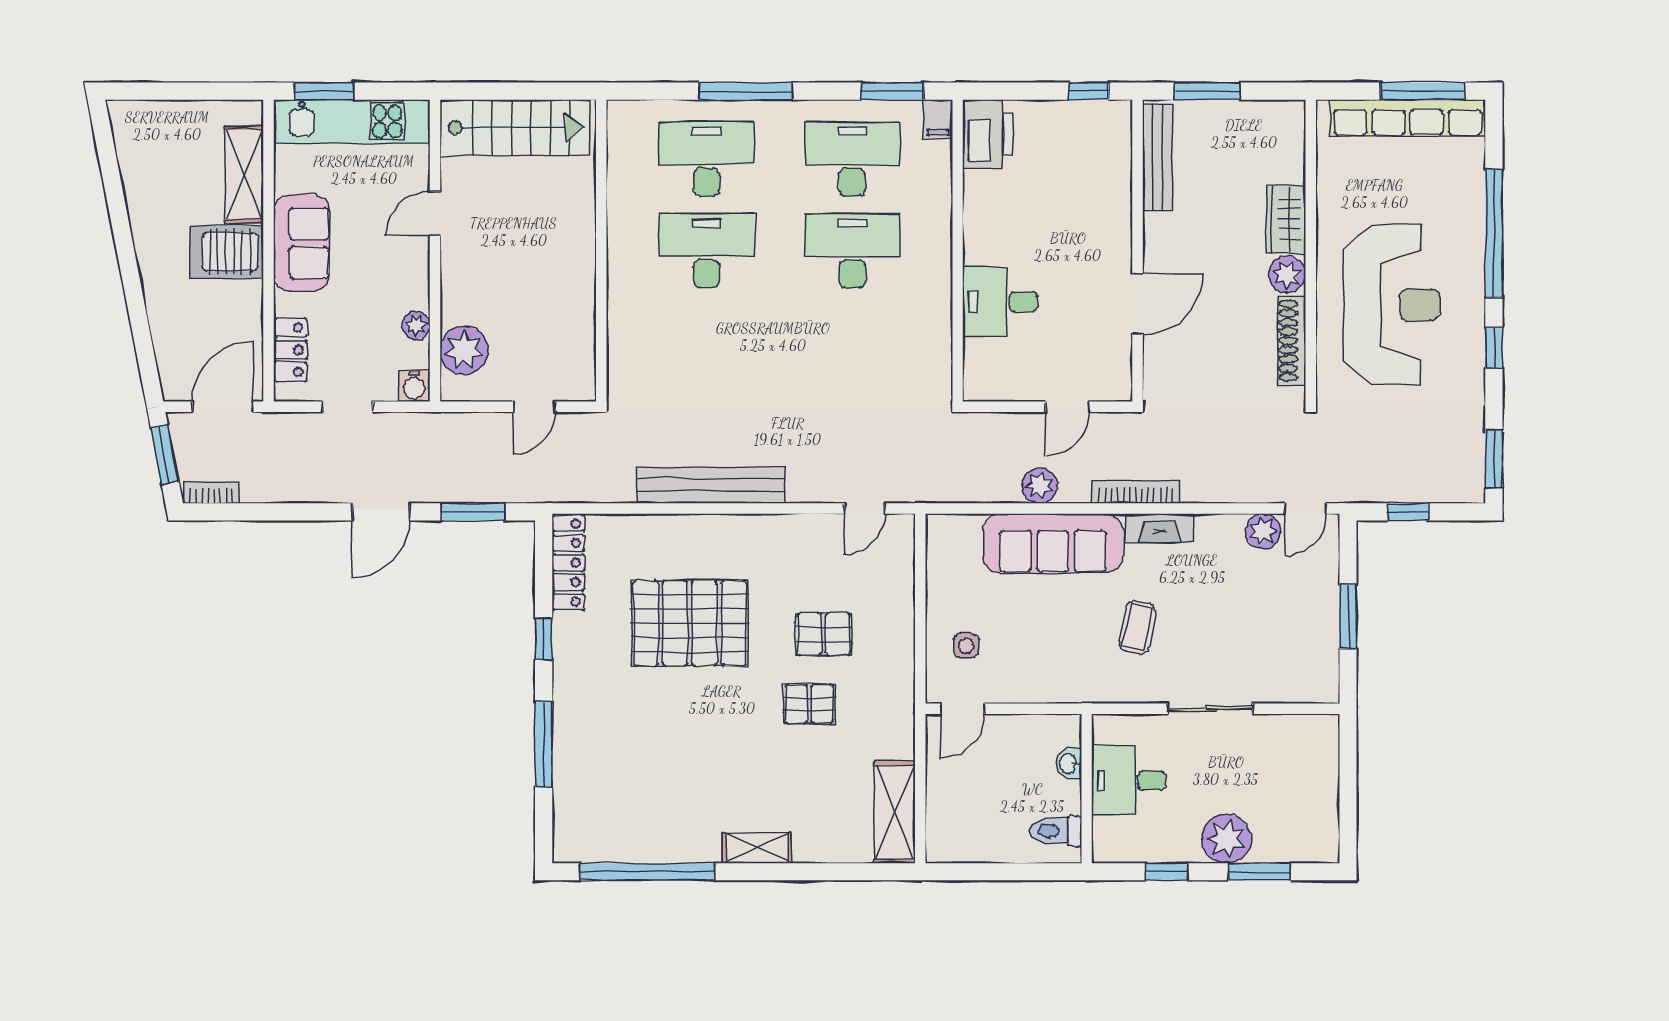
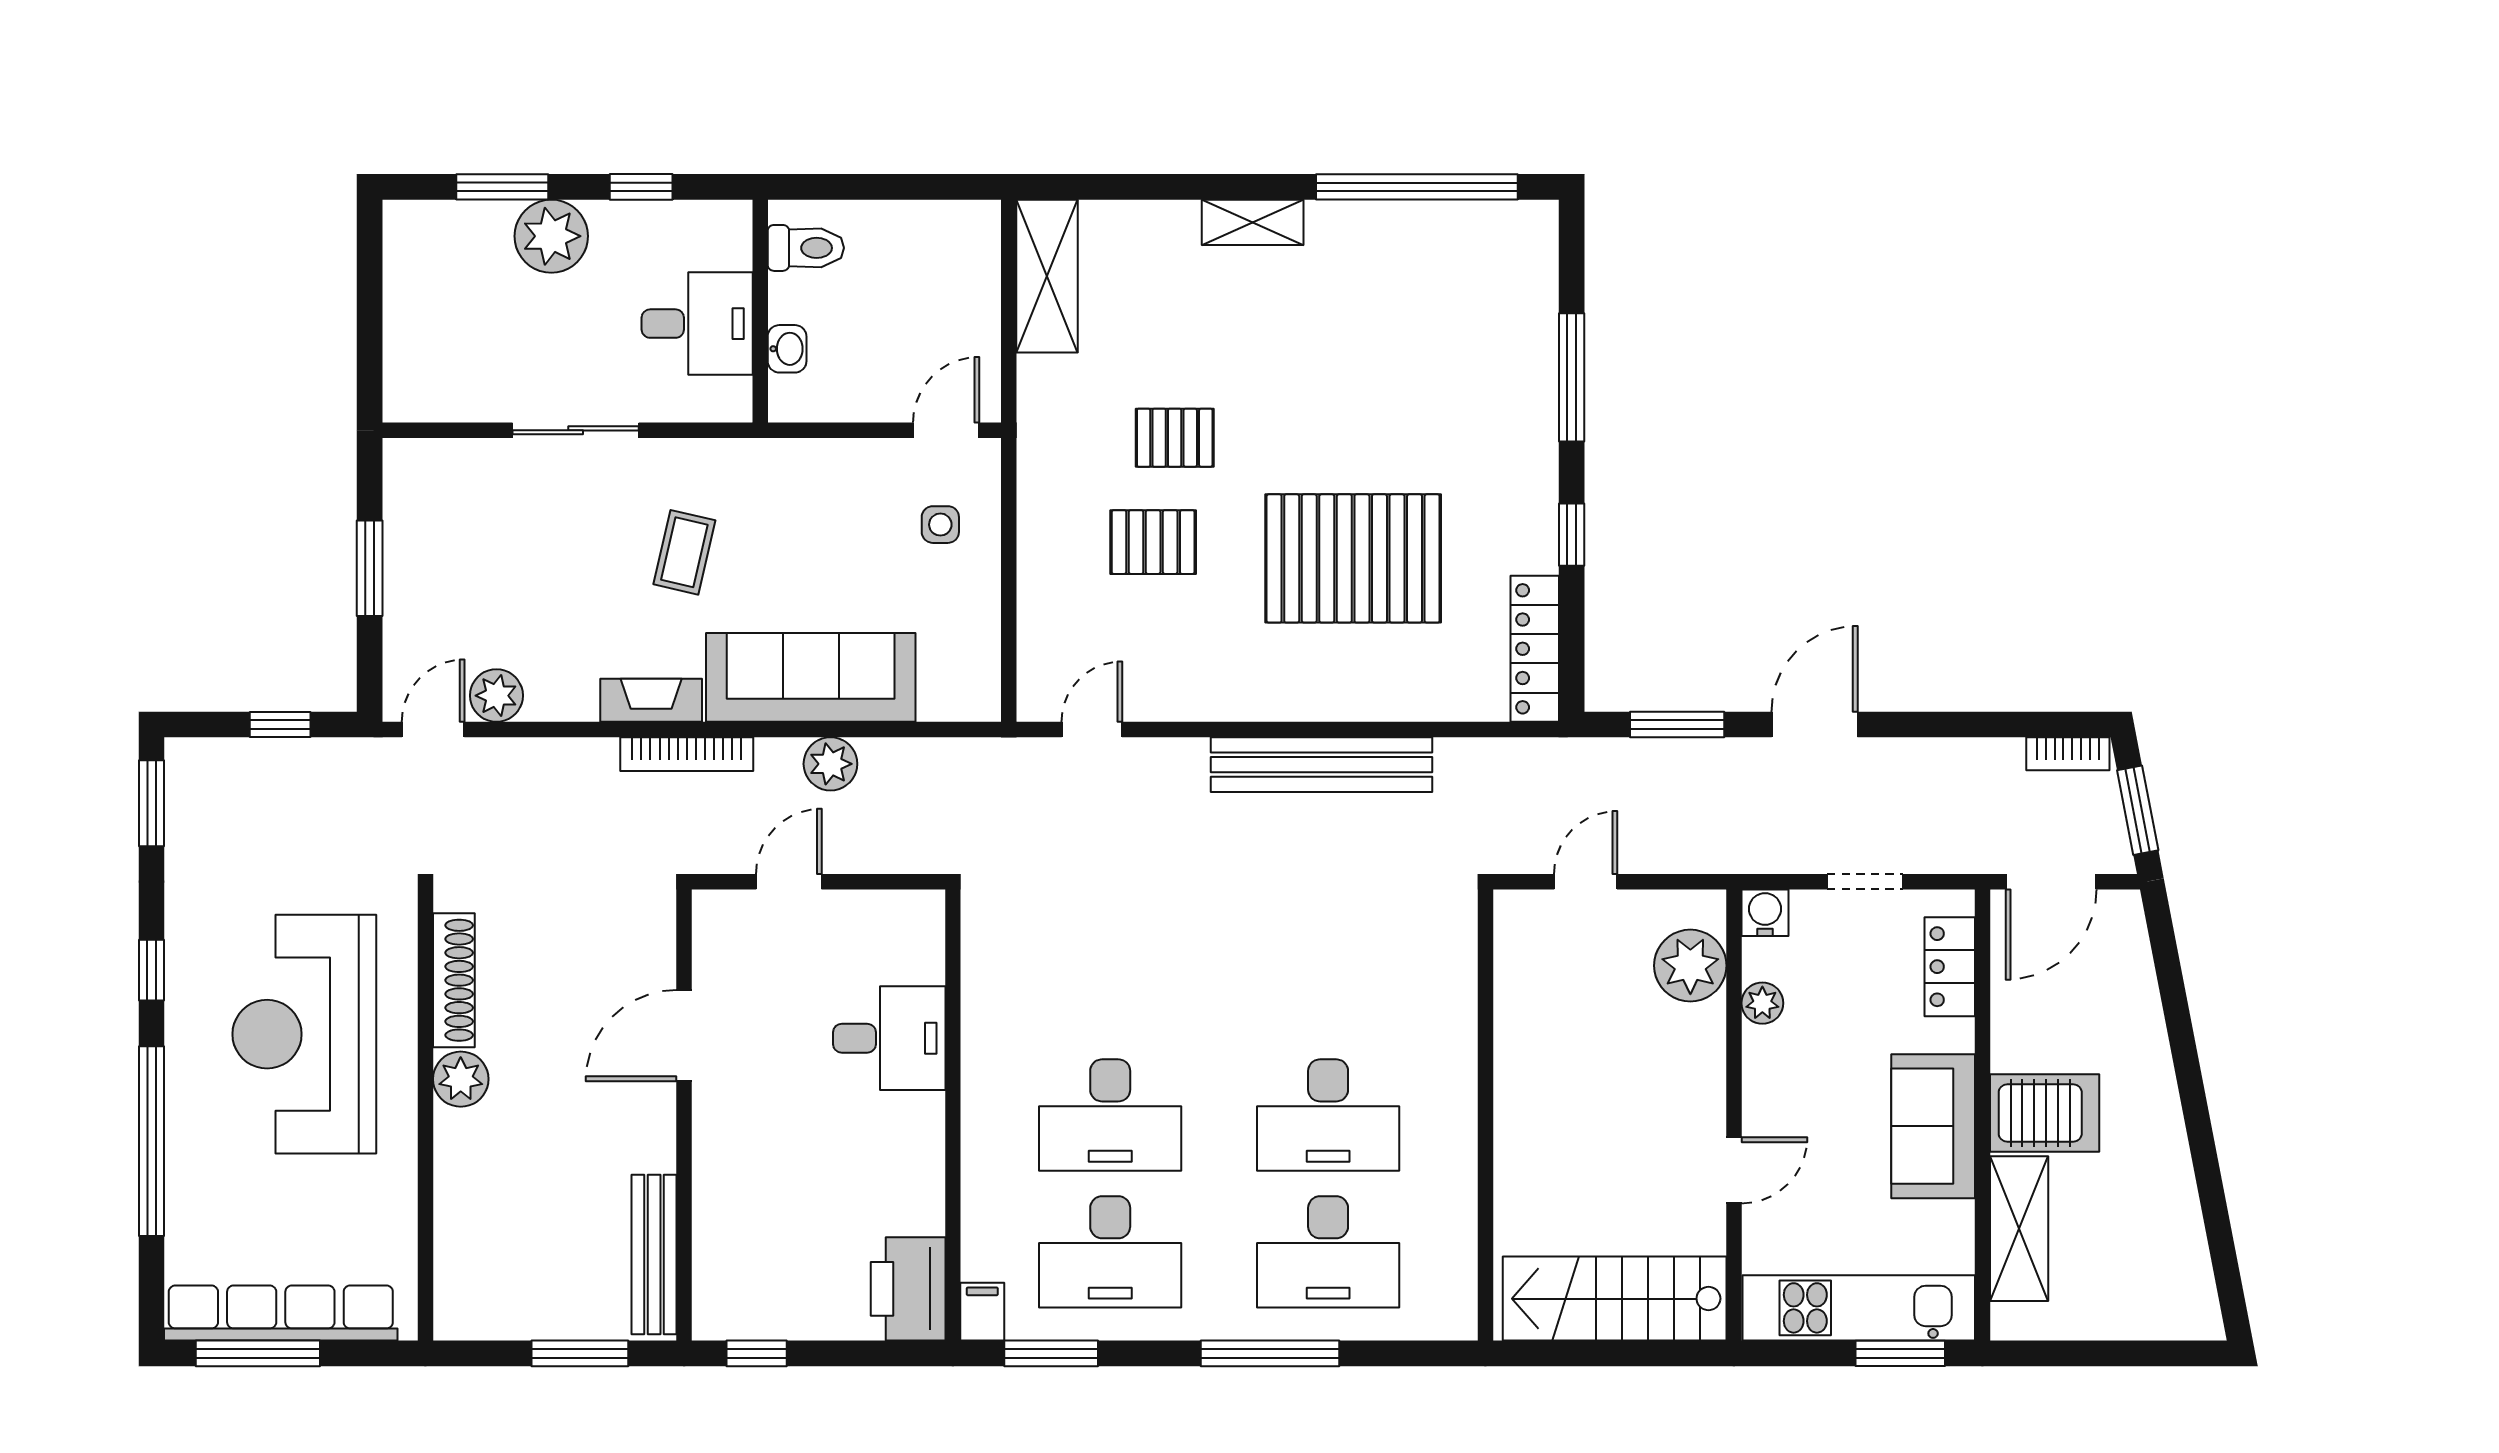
wardrobe: (1286, 219) -> (462, 1161), removed

